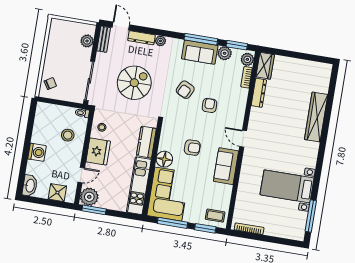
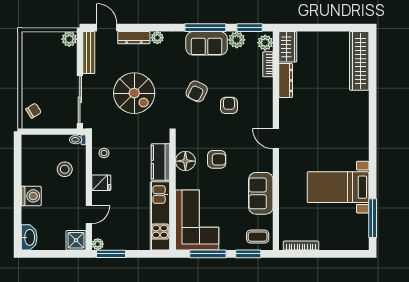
bench: (104, 39) -> (89, 53), width x1.36
plant: (87, 41) -> (69, 39), moved
spiral stairs: (134, 83) -> (134, 93), turned 90
wardrobe: (316, 117) -> (359, 61), moved
fridge: (98, 151) -> (101, 183), width x0.53, depth x0.75
floor lamp: (164, 159) -> (185, 161), moved
sofa: (226, 166) -> (261, 193), moved
shower: (57, 193) -> (76, 240), moved
plant: (89, 197) -> (98, 244), width x0.53, depth x0.53

